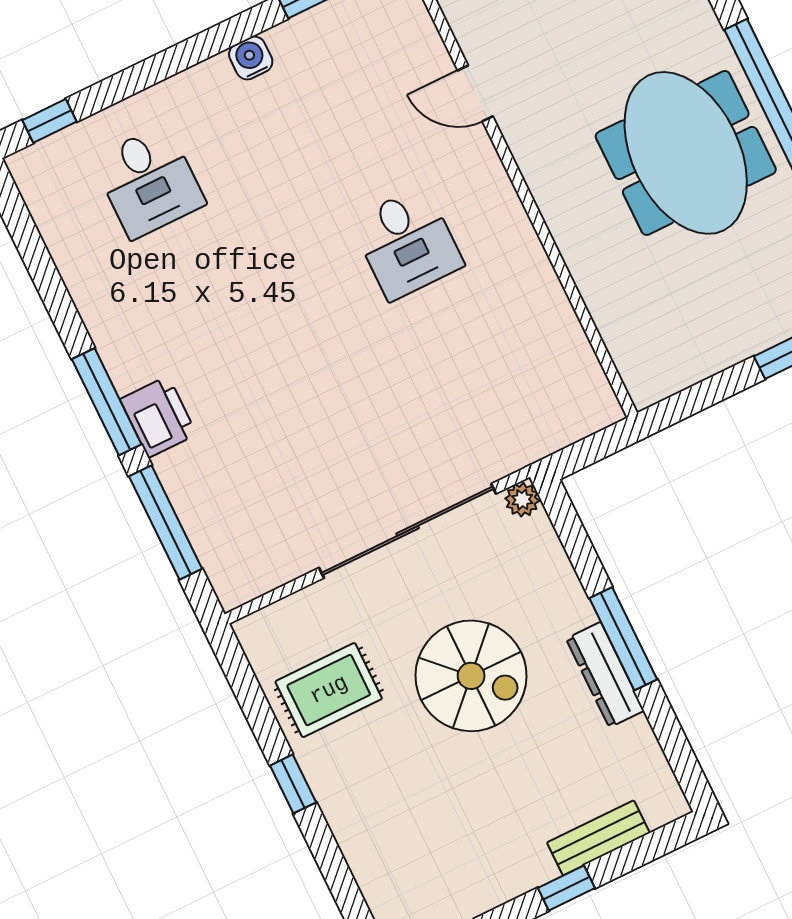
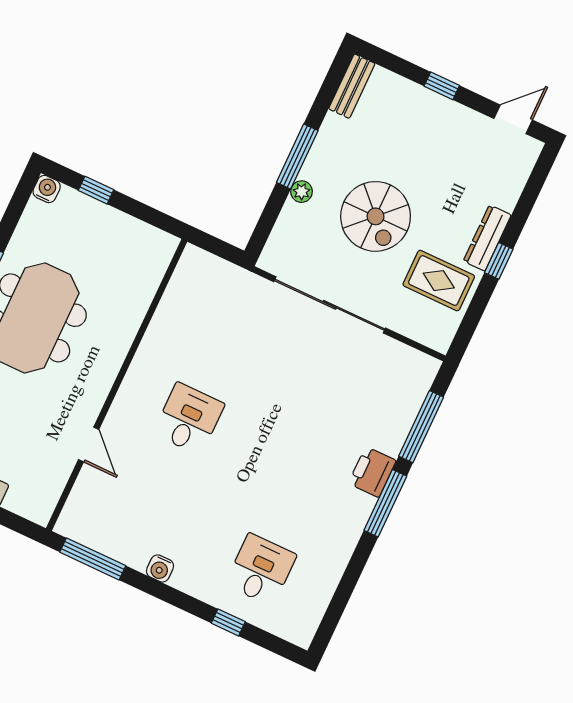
window: (50, 121) -> (228, 622), moved
plant: (522, 500) -> (302, 192), moved
dresser: (605, 675) -> (487, 238), moved, turned 180
spiral stairs: (471, 676) -> (376, 216), turned 180
bench: (598, 838) -> (352, 86), moved, turned 90

